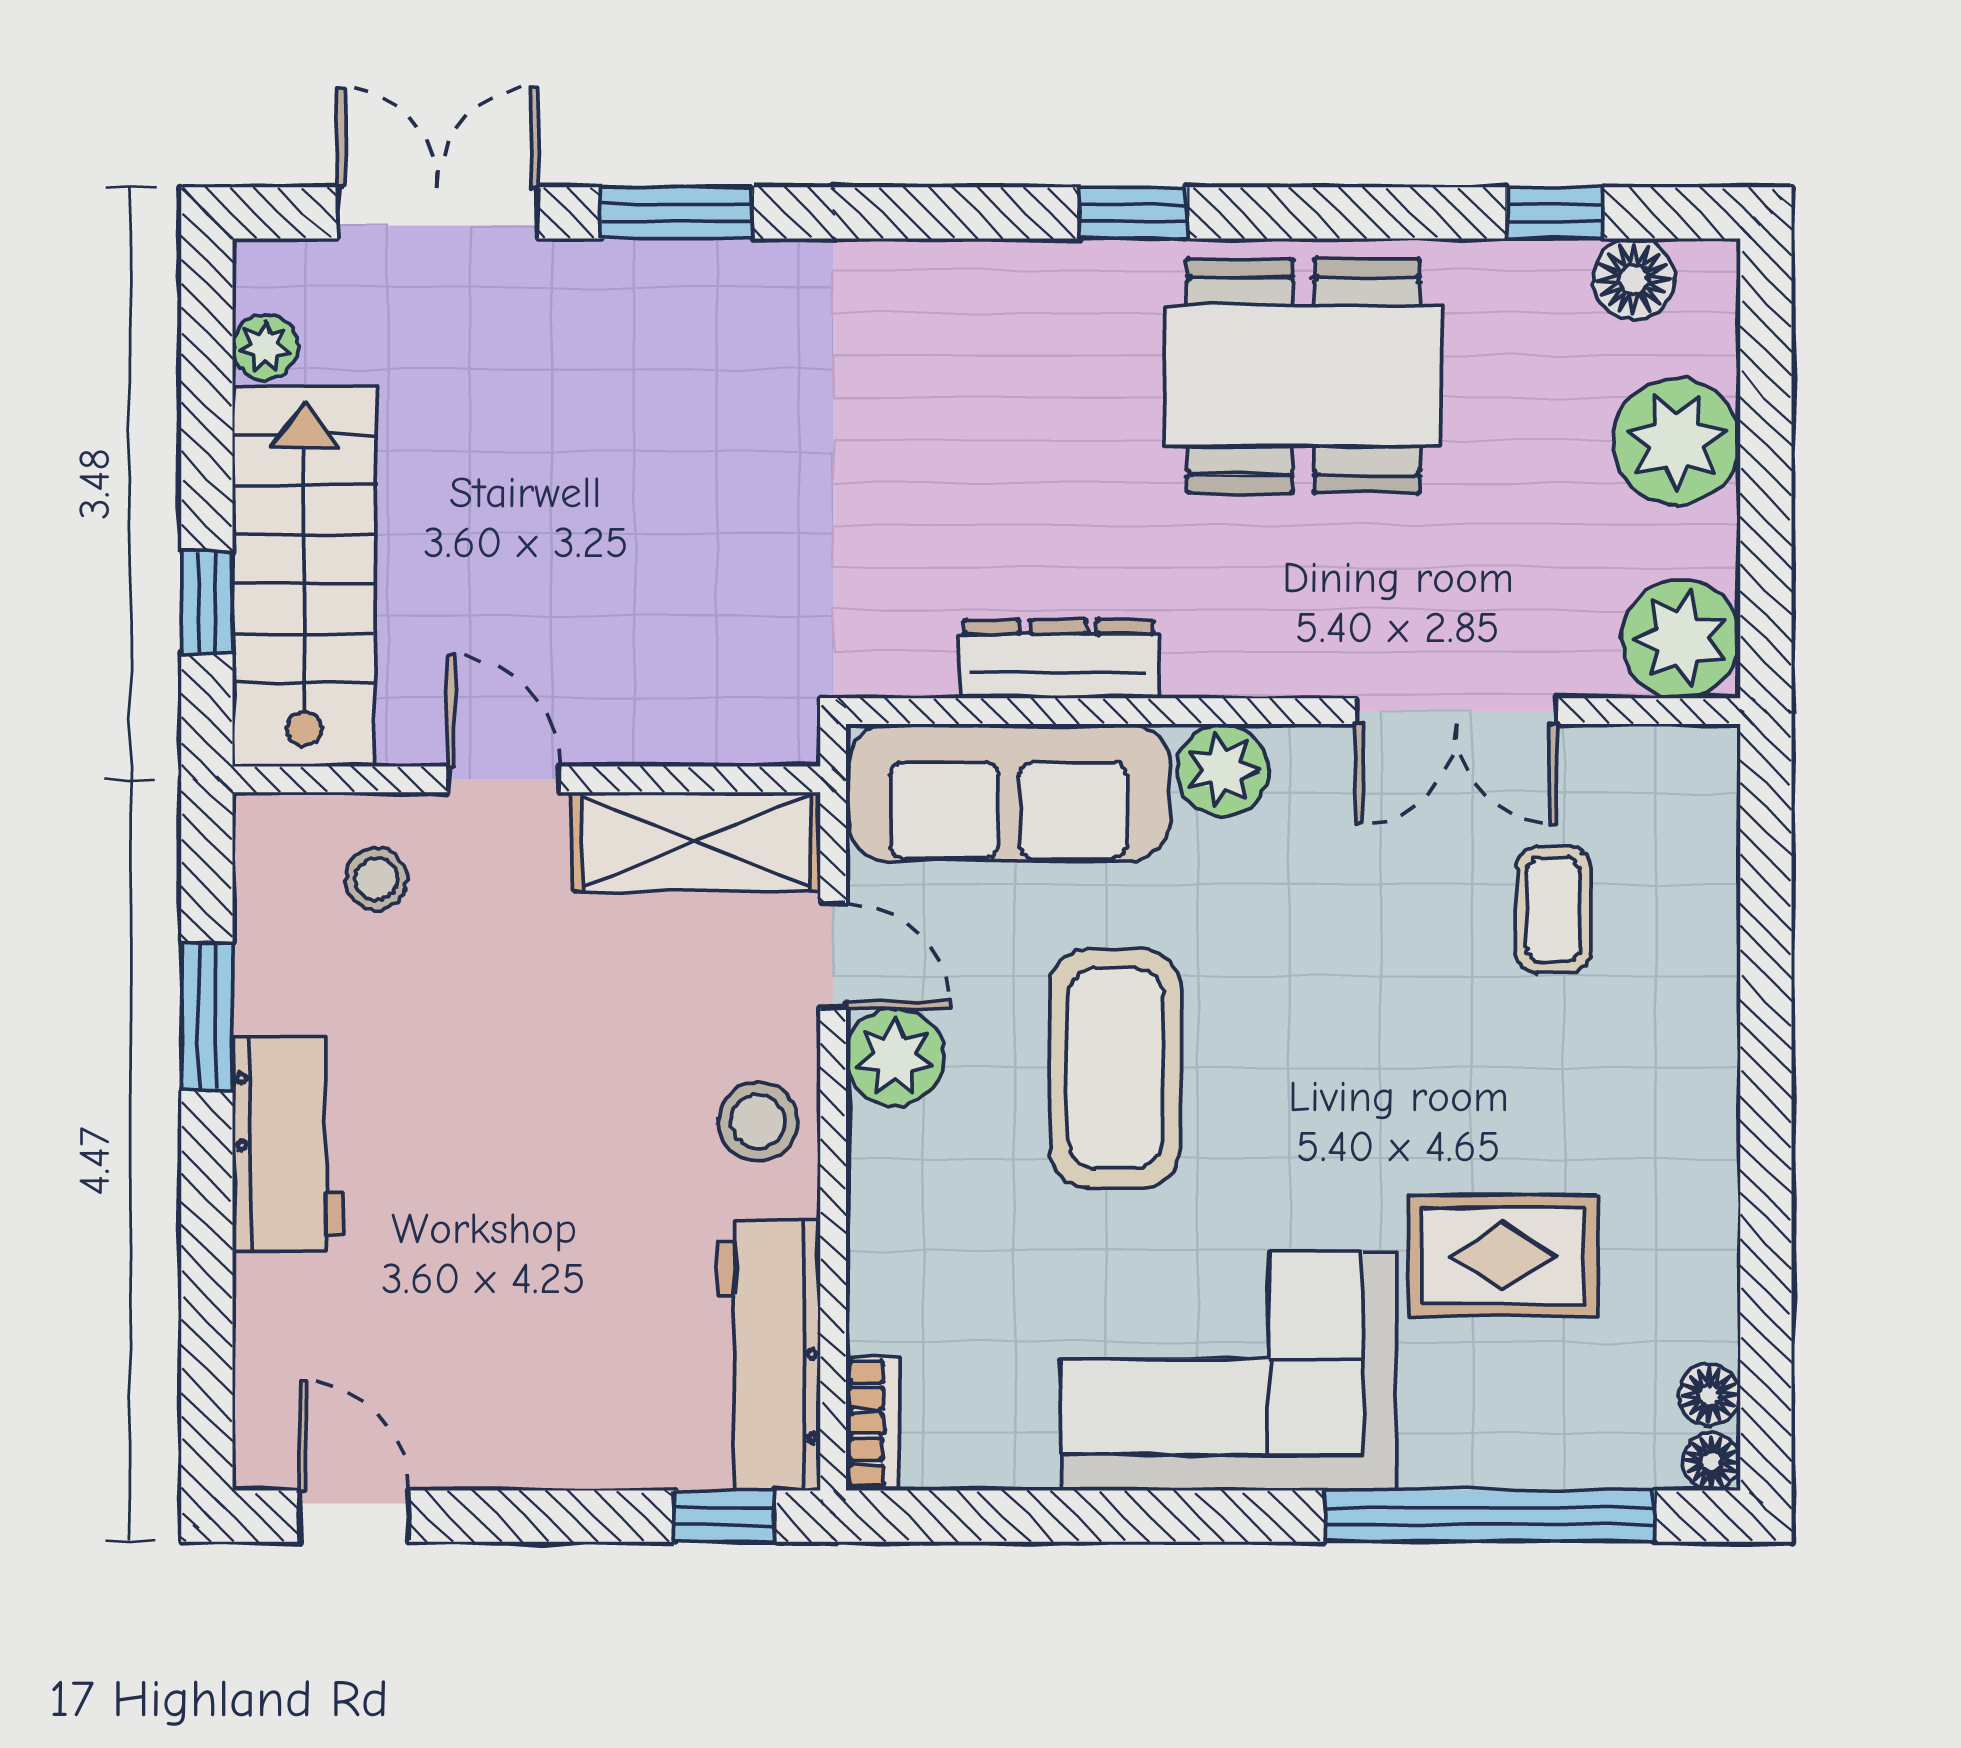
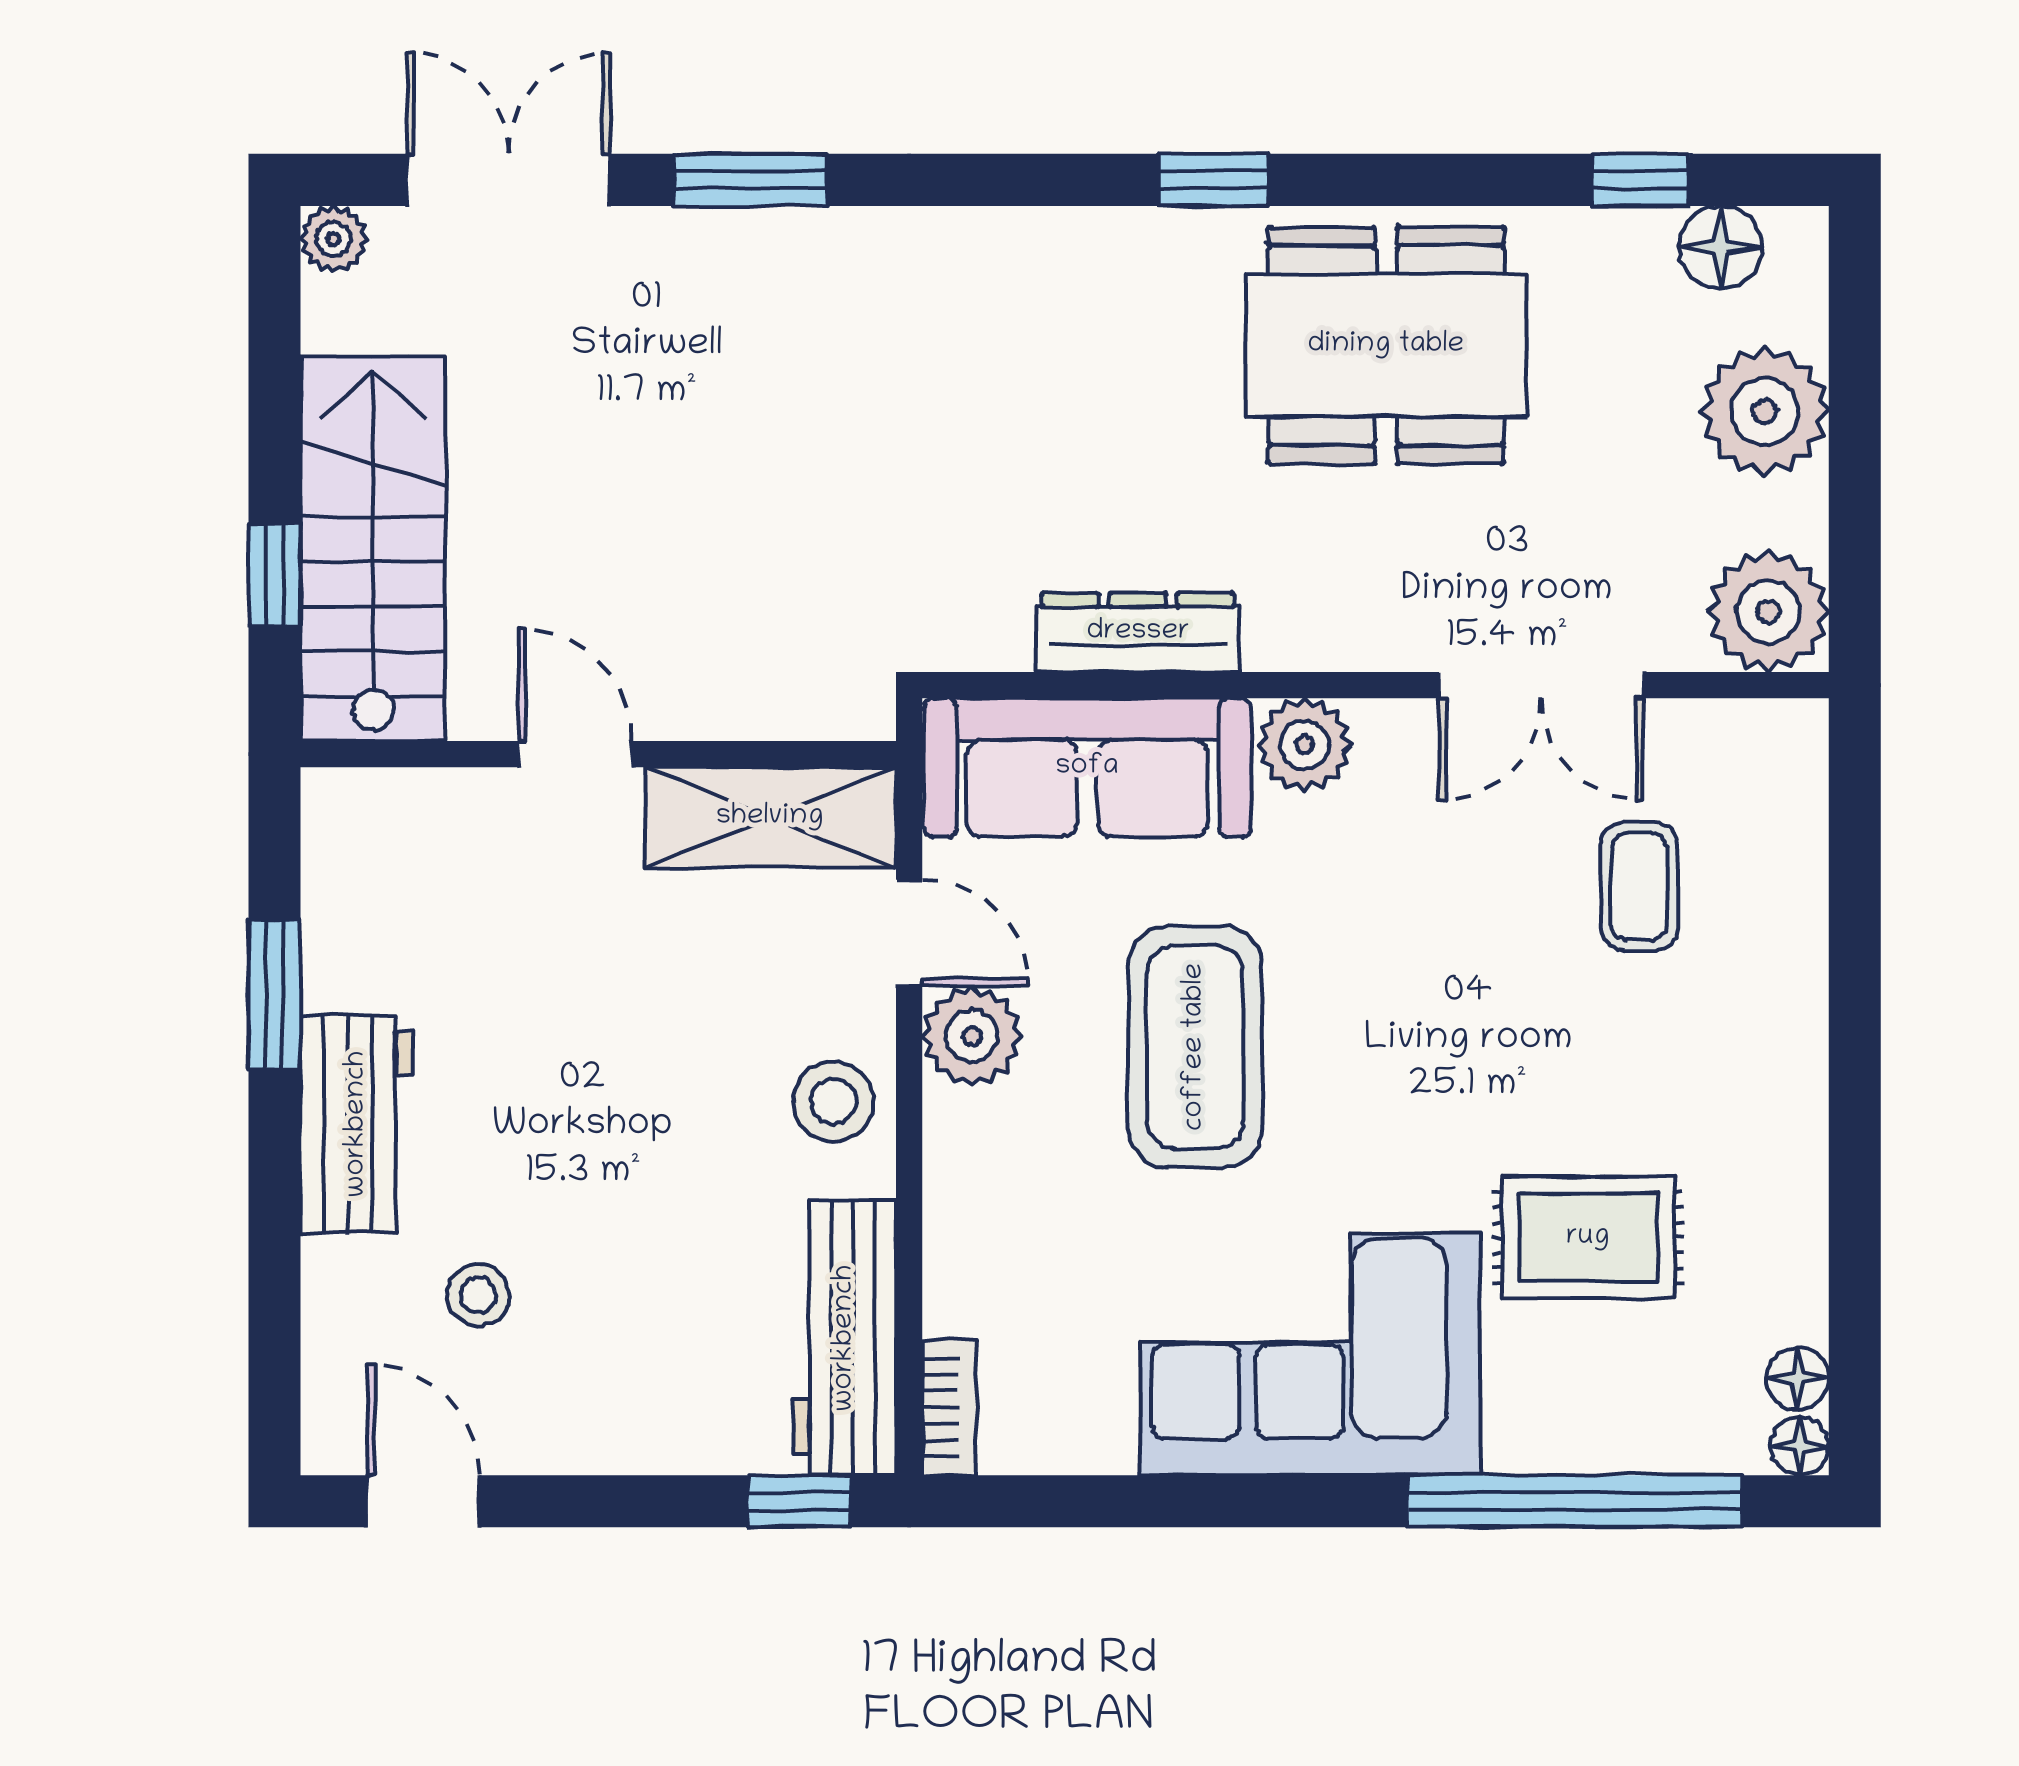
plant: (265, 347) -> (333, 239), moved
stool: (376, 879) -> (478, 1295), moved

